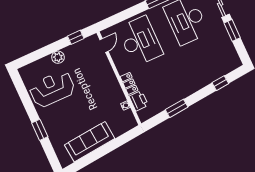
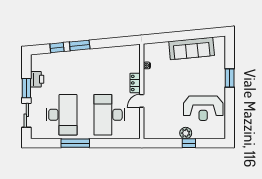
window: (76, 37) -> (189, 143), moved
door: (104, 45) -> (142, 101), moved
printer: (139, 101) -> (37, 79), moved, turned 180
window: (177, 108) -> (80, 45), moved

